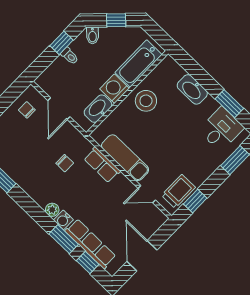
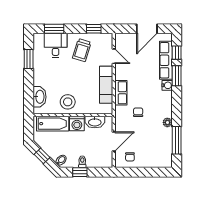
washbasin: (192, 89) -> (40, 97), moved
desk: (221, 129) -> (56, 45), moved, turned 90
trolley: (178, 191) -> (82, 50), moved, turned -73
plant: (52, 210) -> (167, 122), moved

